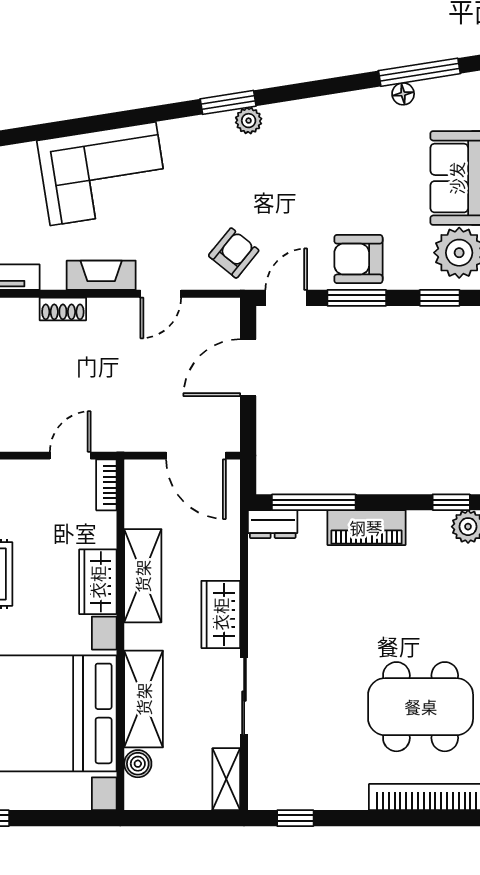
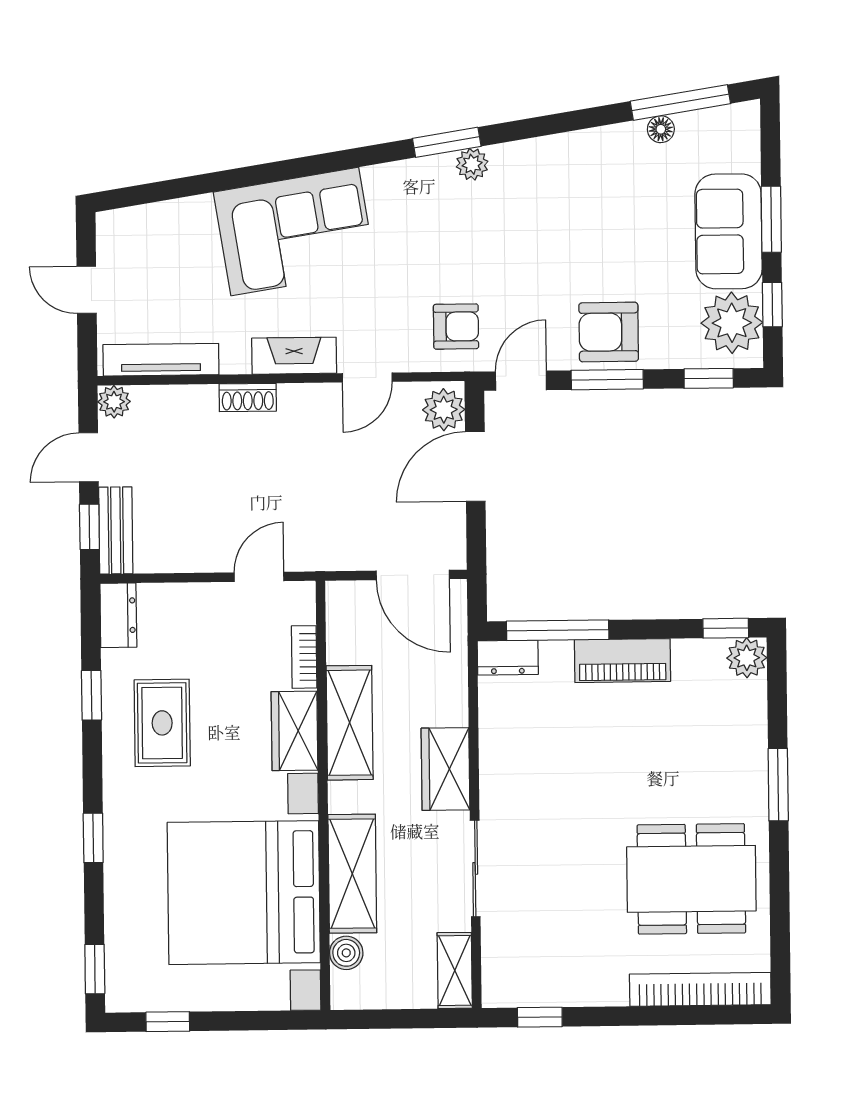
armchair: (234, 253) -> (456, 327), turned 51
plant: (223, 321) -> (444, 410), added
bookcase: (106, 485) -> (304, 657), moved

